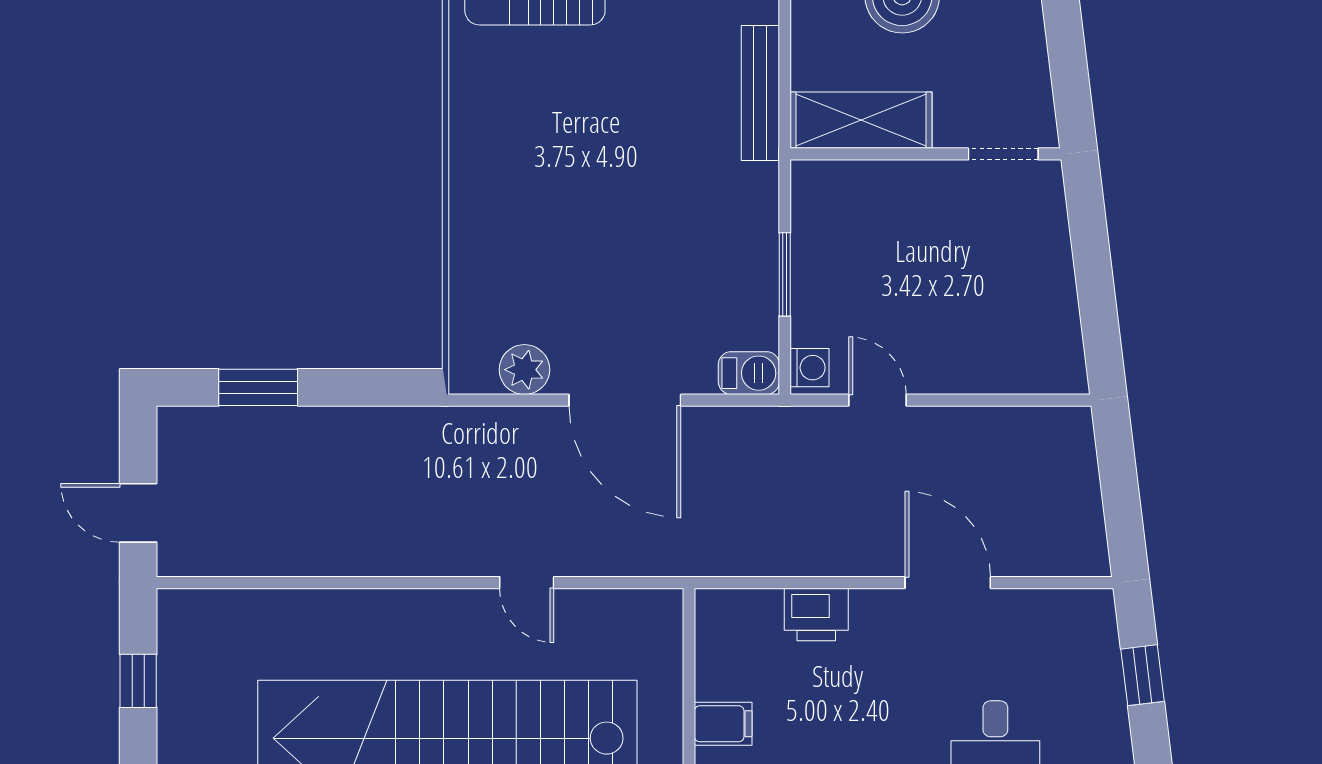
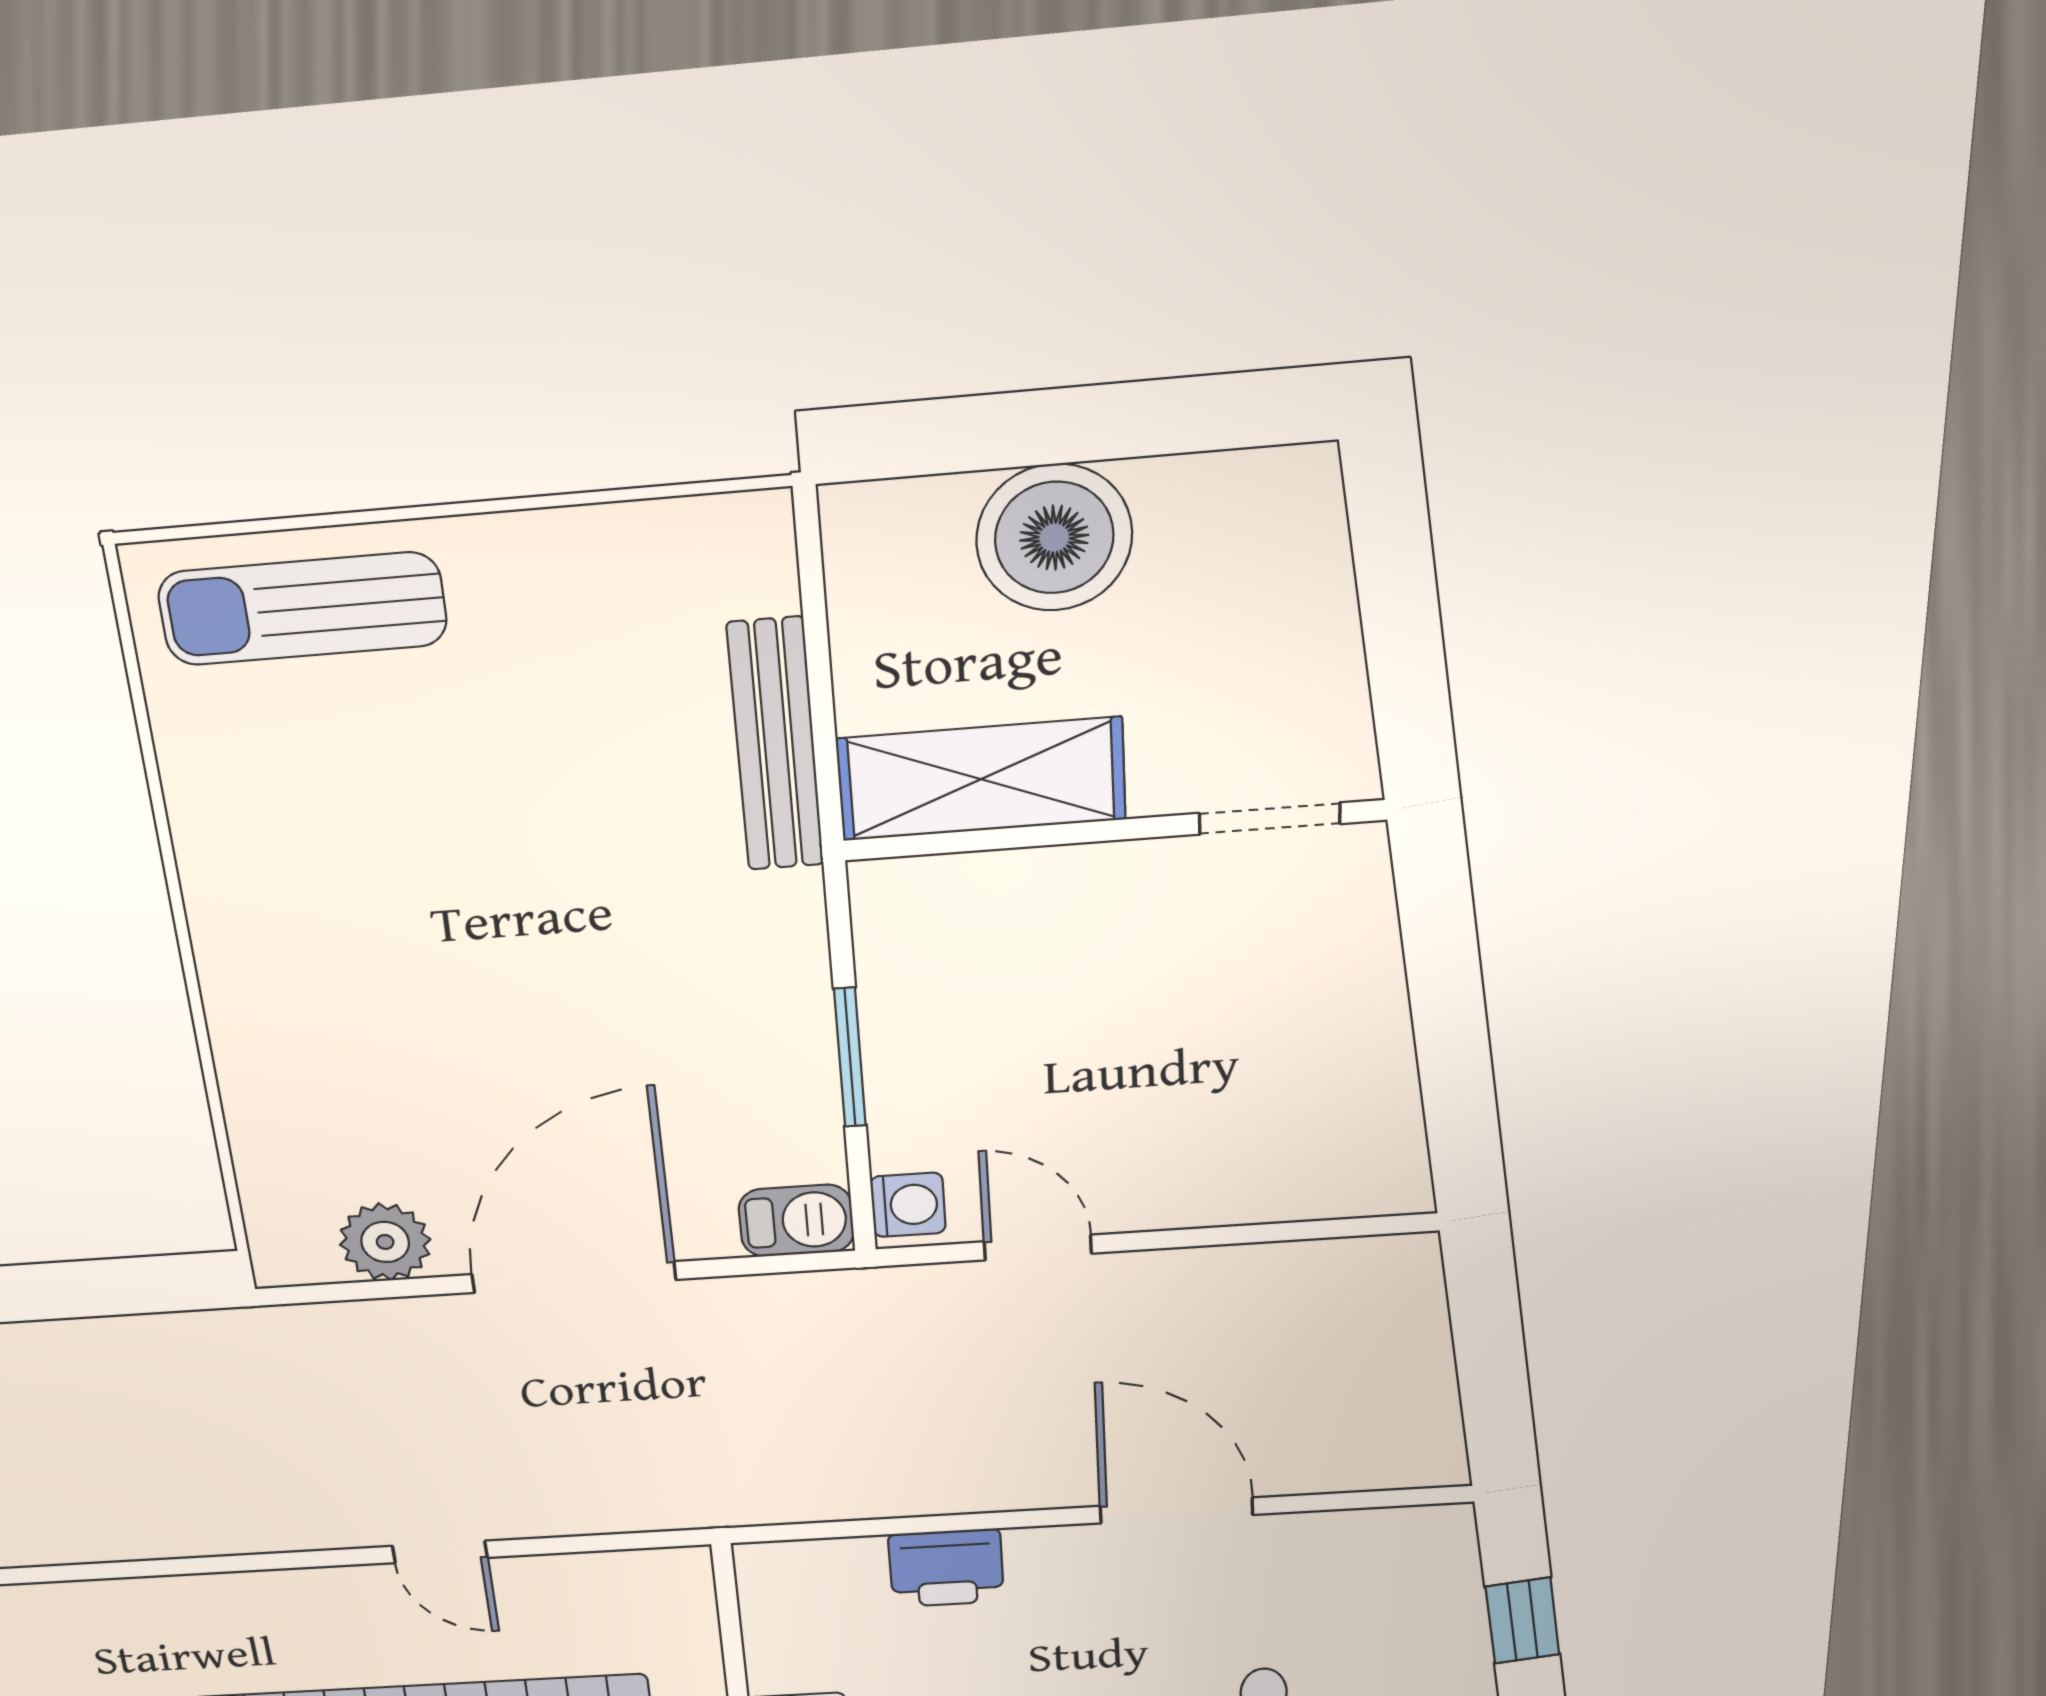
door: (625, 400) -> (574, 1277), swing flipped

